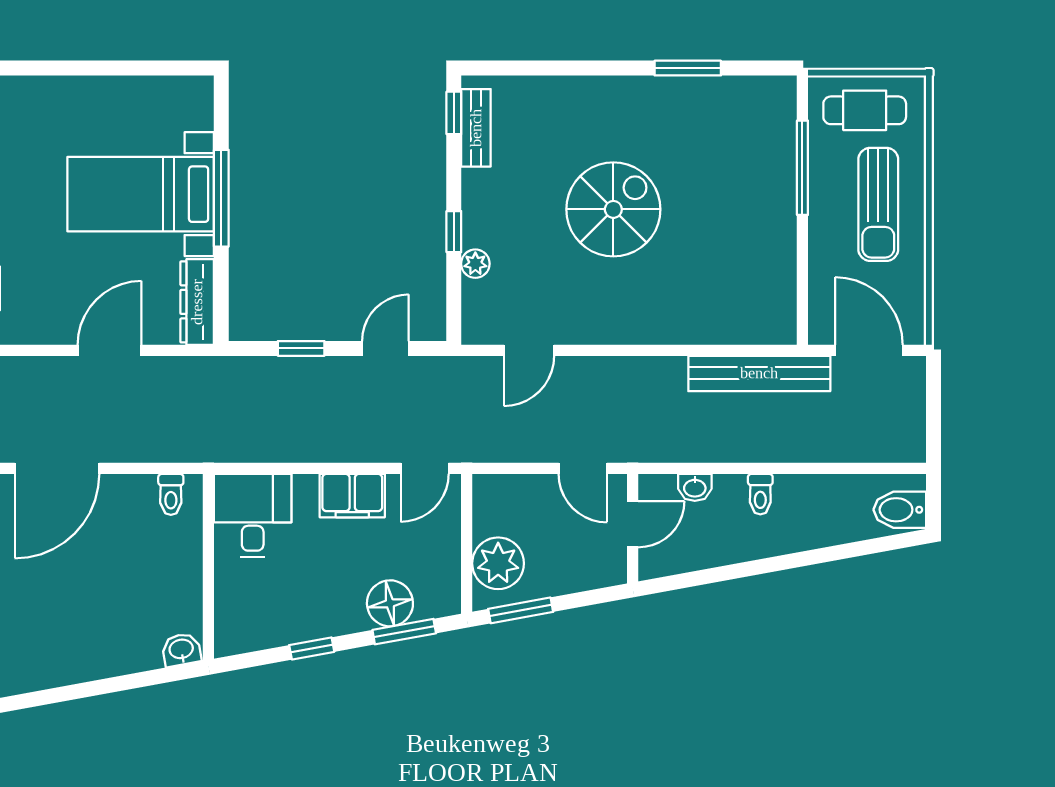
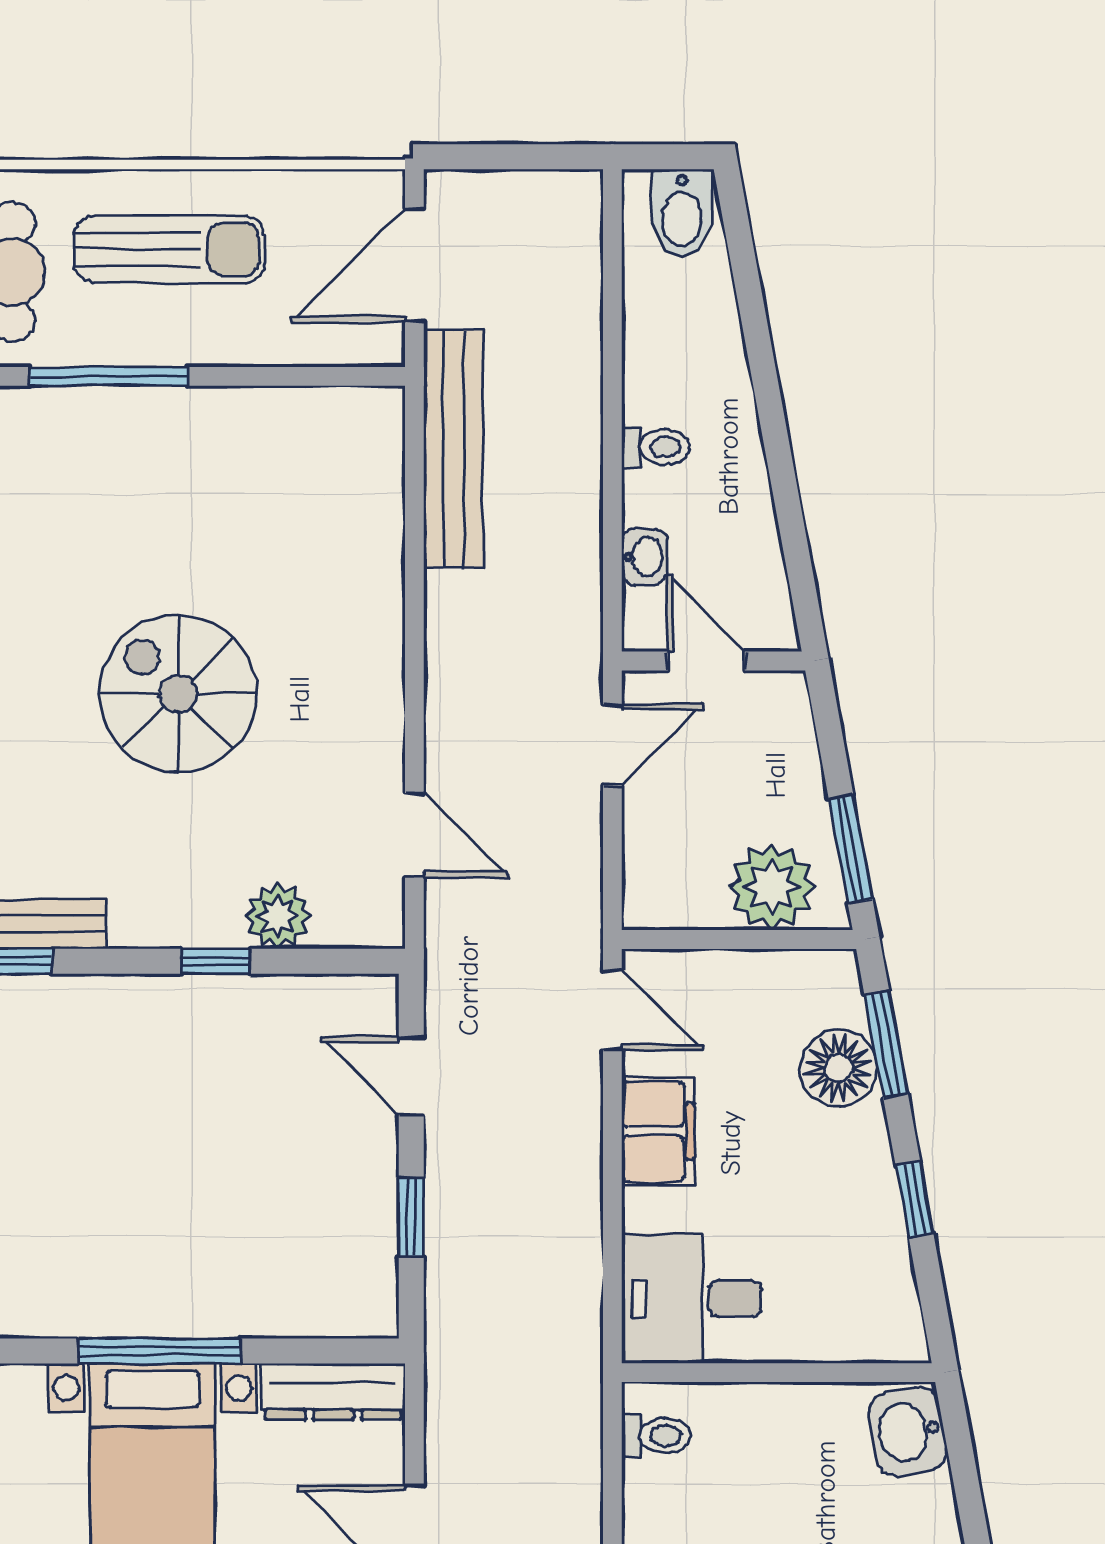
plant: (475, 264) -> (278, 916), width x1.38, depth x1.38
washbasin: (181, 650) -> (908, 1432), width x1.38, depth x1.45

